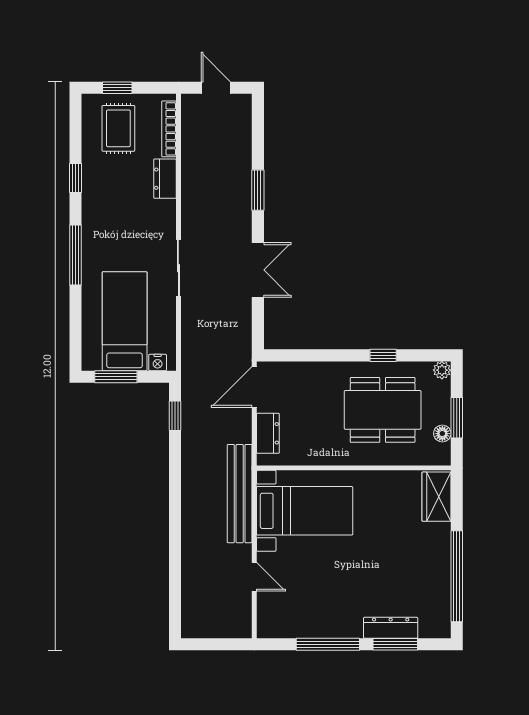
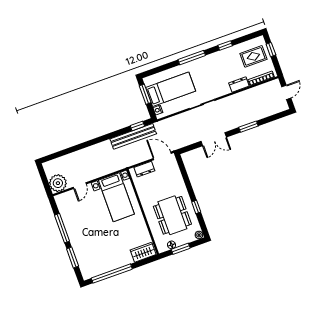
bench: (240, 494) -> (133, 136), moved
plant: (233, 620) -> (58, 183), added
dresser: (391, 628) -> (79, 253), removed

